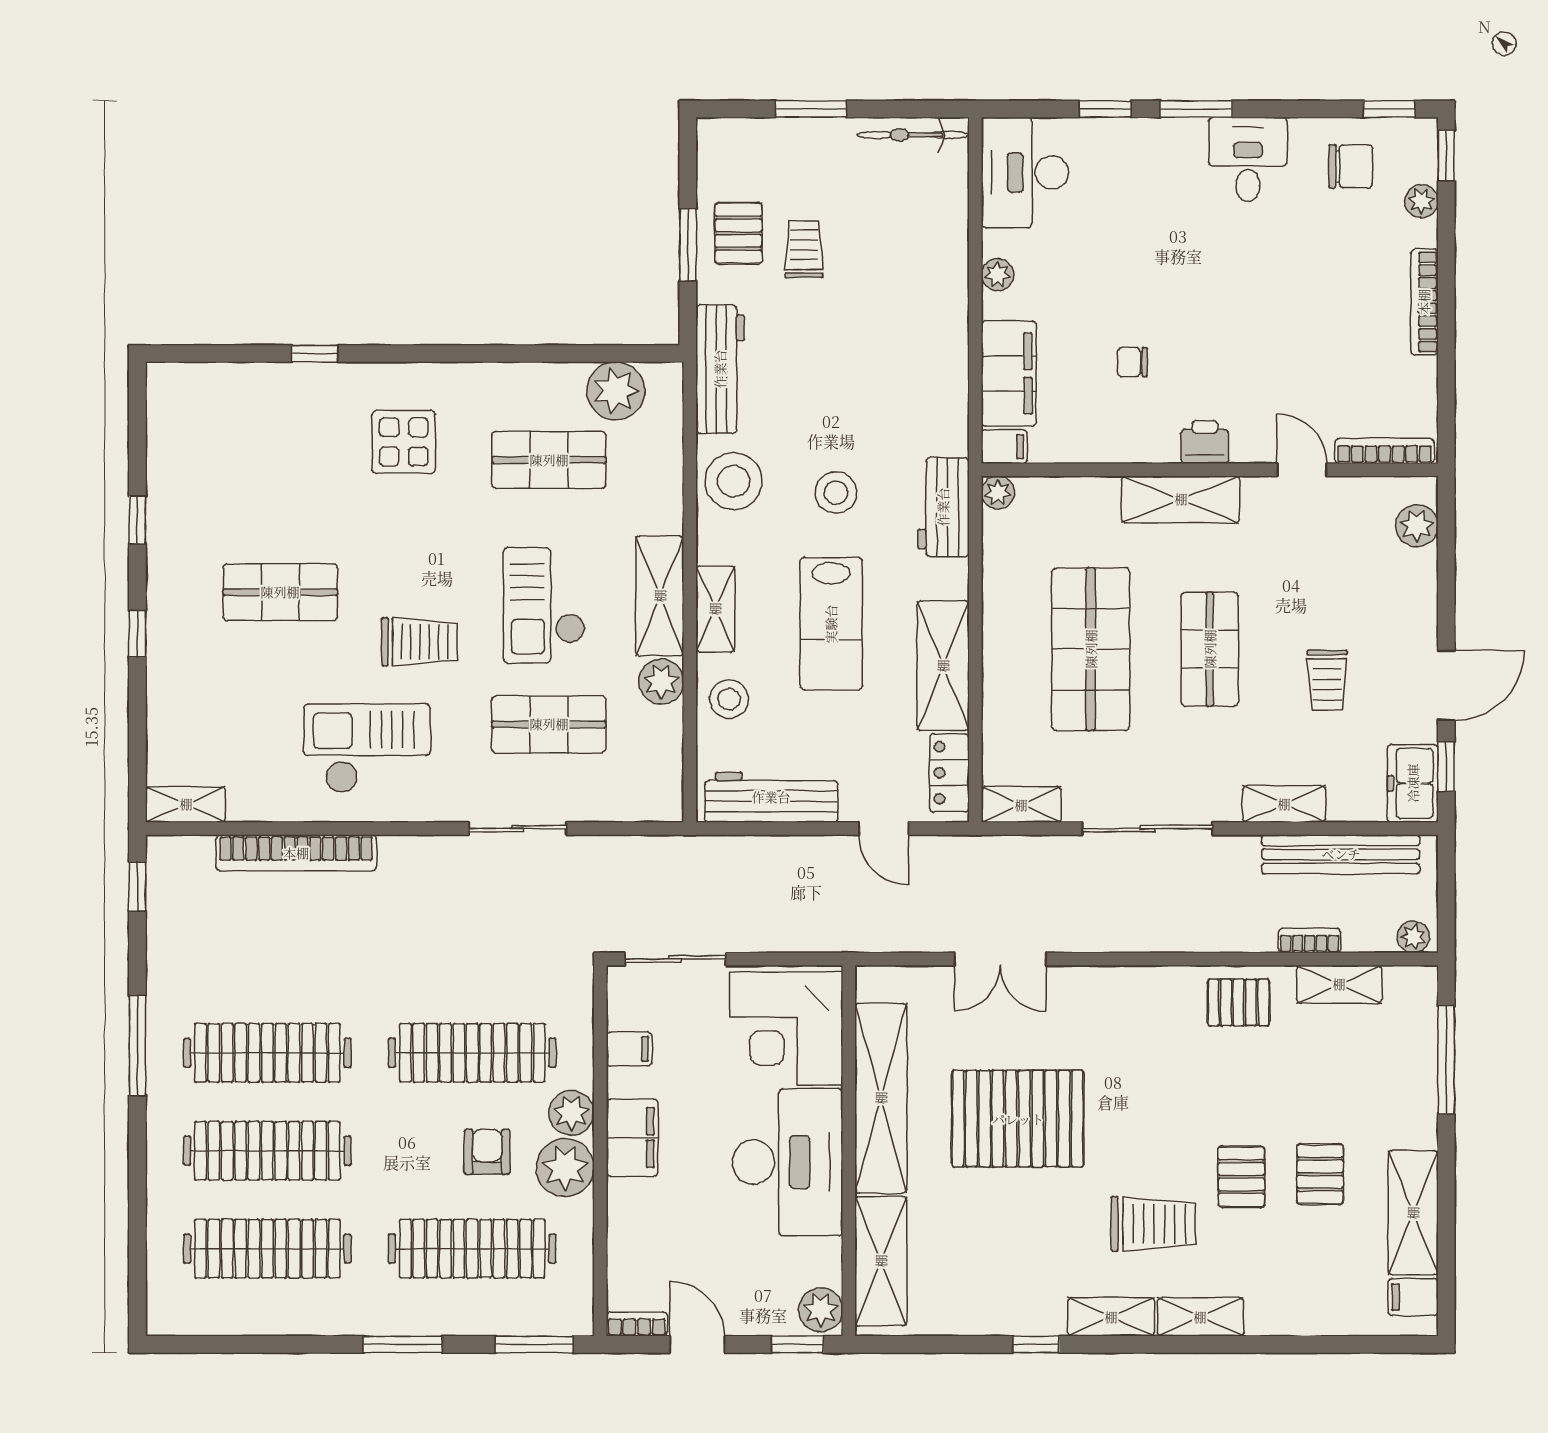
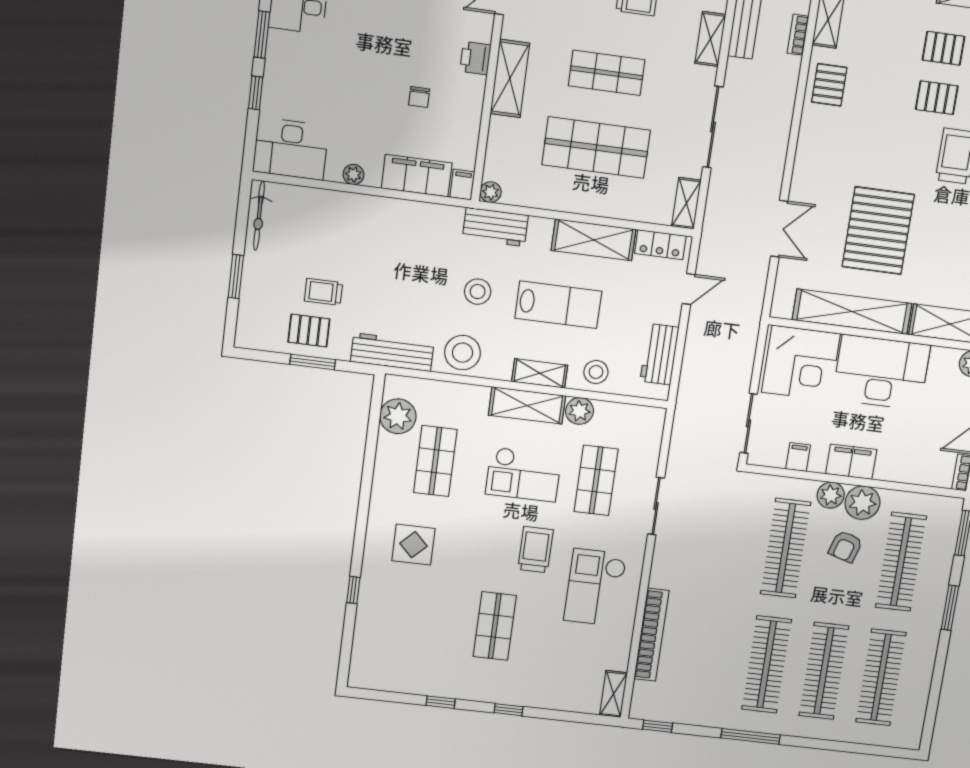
workbench: (771, 797) -> (660, 354), width x0.73
armchair: (487, 1152) -> (845, 546), turned -73

